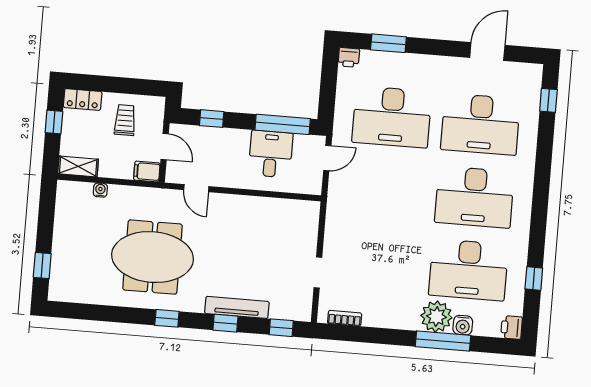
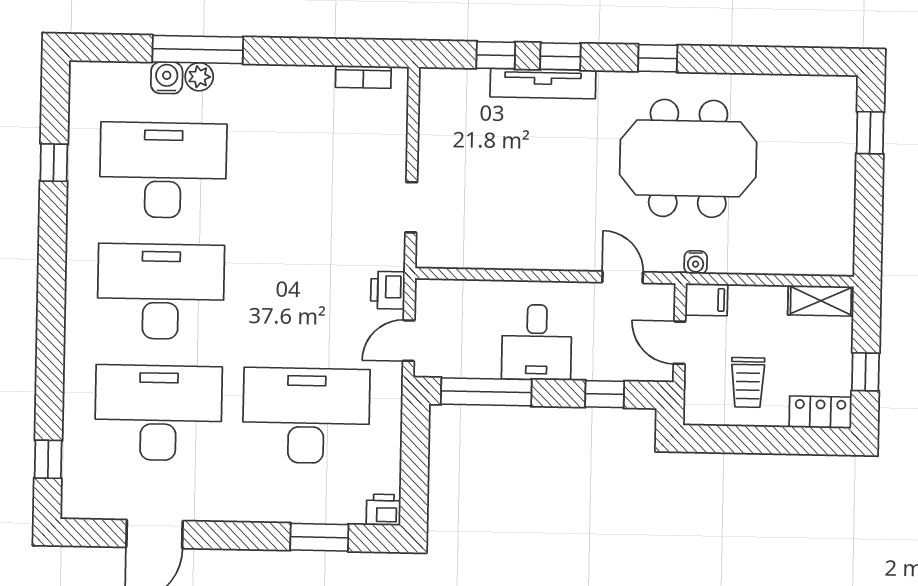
desk: (271, 154) -> (537, 342), moved
water cooler: (100, 190) -> (696, 262), moved
doorway: (318, 273) -> (411, 207), moved
plant: (436, 317) -> (199, 77), width x0.53, depth x0.53
printer: (512, 327) -> (388, 290), moved, turned 180
window: (281, 328) -> (496, 55), moved

